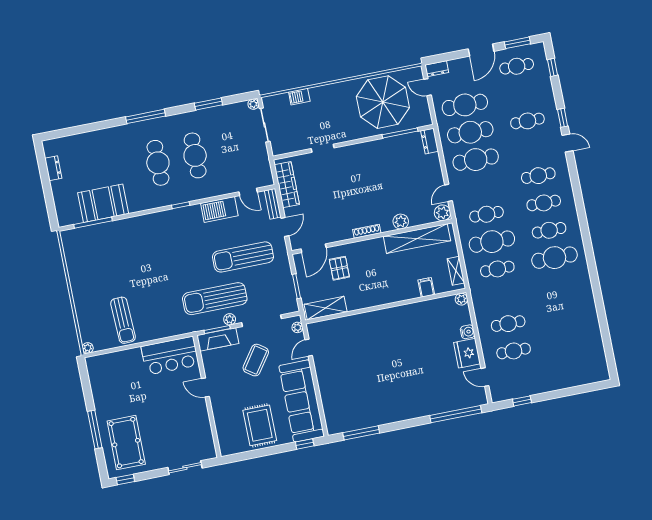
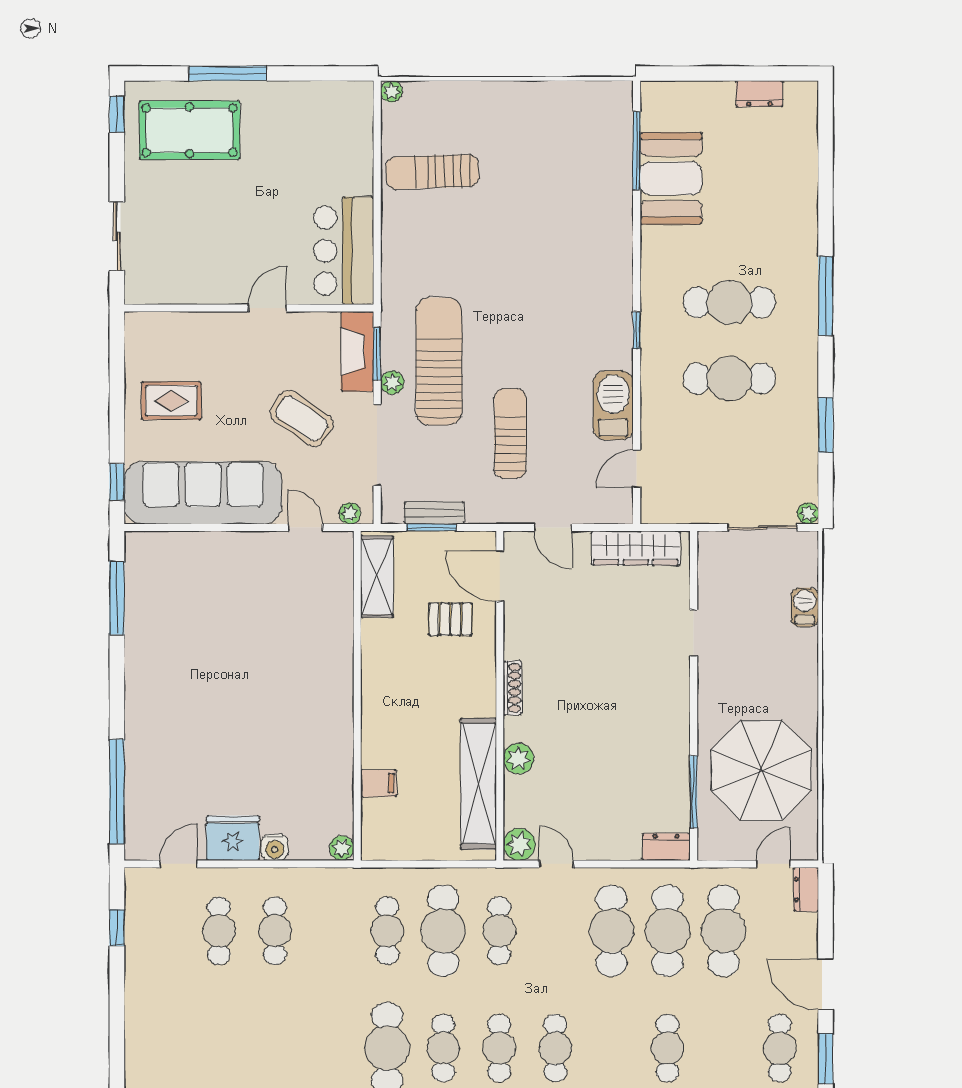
bench: (273, 204) -> (434, 513), moved
sun lounger: (243, 257) -> (510, 433), width x0.73, depth x0.75
shelving: (456, 271) -> (400, 848), removed
rug: (260, 425) -> (171, 401), width x0.73, depth x0.70

